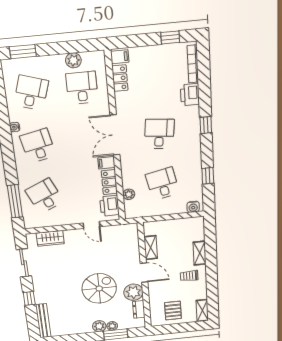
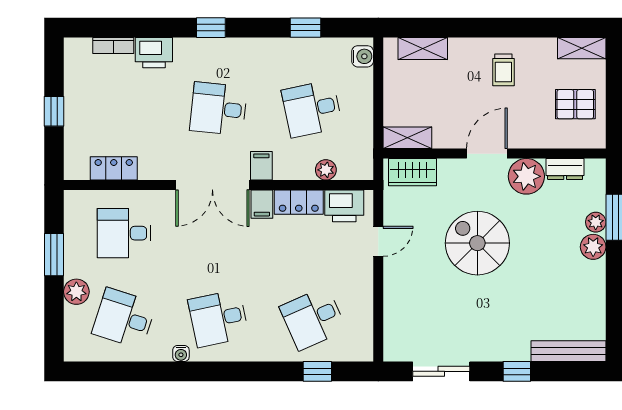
window: (170, 38) -> (54, 111), moved
window: (23, 52) -> (54, 255), moved
filing cabinet: (120, 57) -> (261, 166), moved
plant: (73, 60) -> (76, 292), moved
bookcase: (193, 64) -> (113, 46), width x0.64
window: (15, 201) -> (317, 371), width x0.46
wardrobe: (50, 238) -> (413, 172), moved, turned 90
shelving: (151, 248) -> (407, 138), moved
shelving: (200, 253) -> (423, 48), moved
spiral stairs: (99, 288) -> (477, 243), moved

